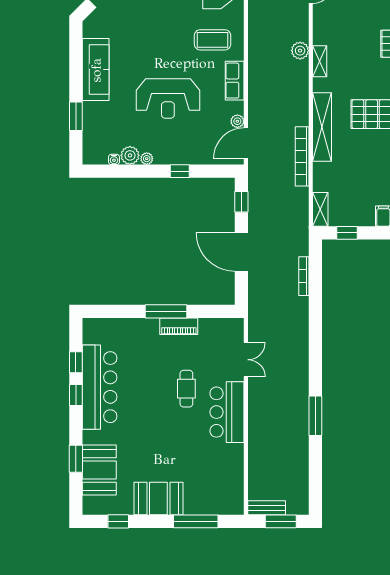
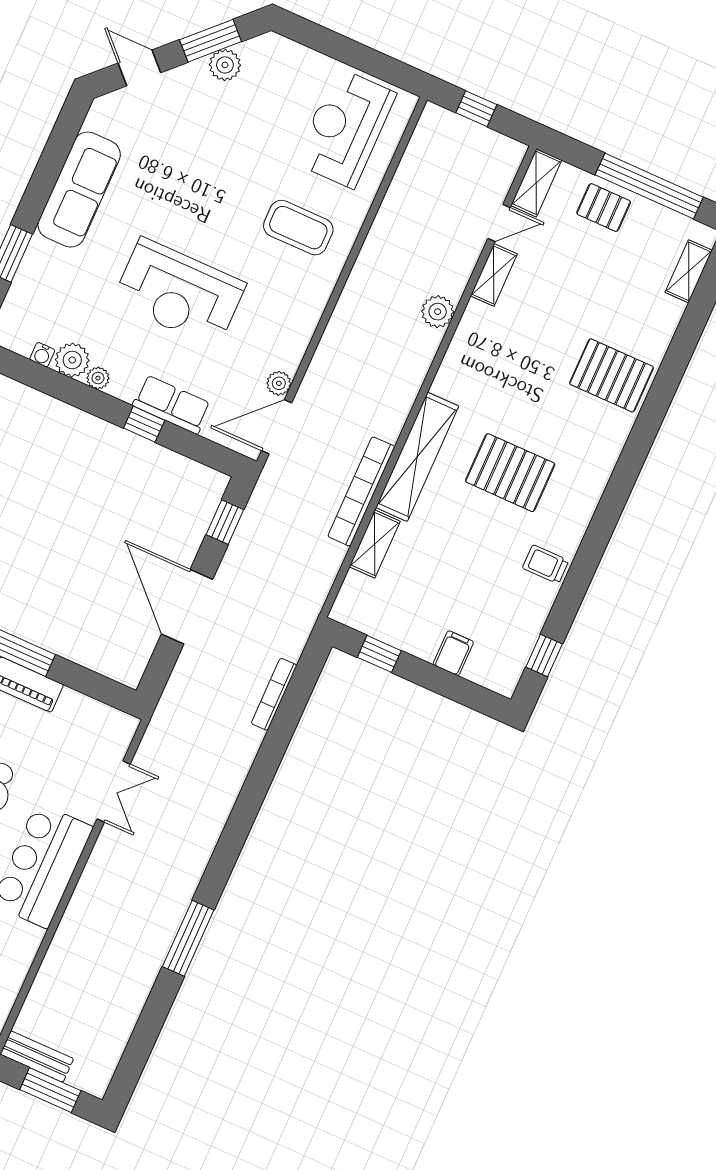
shelving: (320, 61) -> (494, 275), moved
row of seats: (235, 81) -> (172, 405), moved, turned 90
shelving: (320, 209) -> (375, 544), moved

